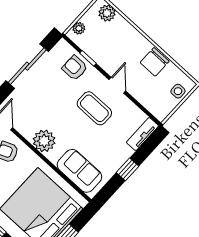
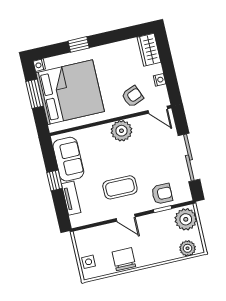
plant: (79, 28) -> (186, 219), width x1.88, depth x1.88
tv unit: (142, 134) -> (71, 198), moved
sofa: (79, 171) -> (68, 159), moved, turned -90

